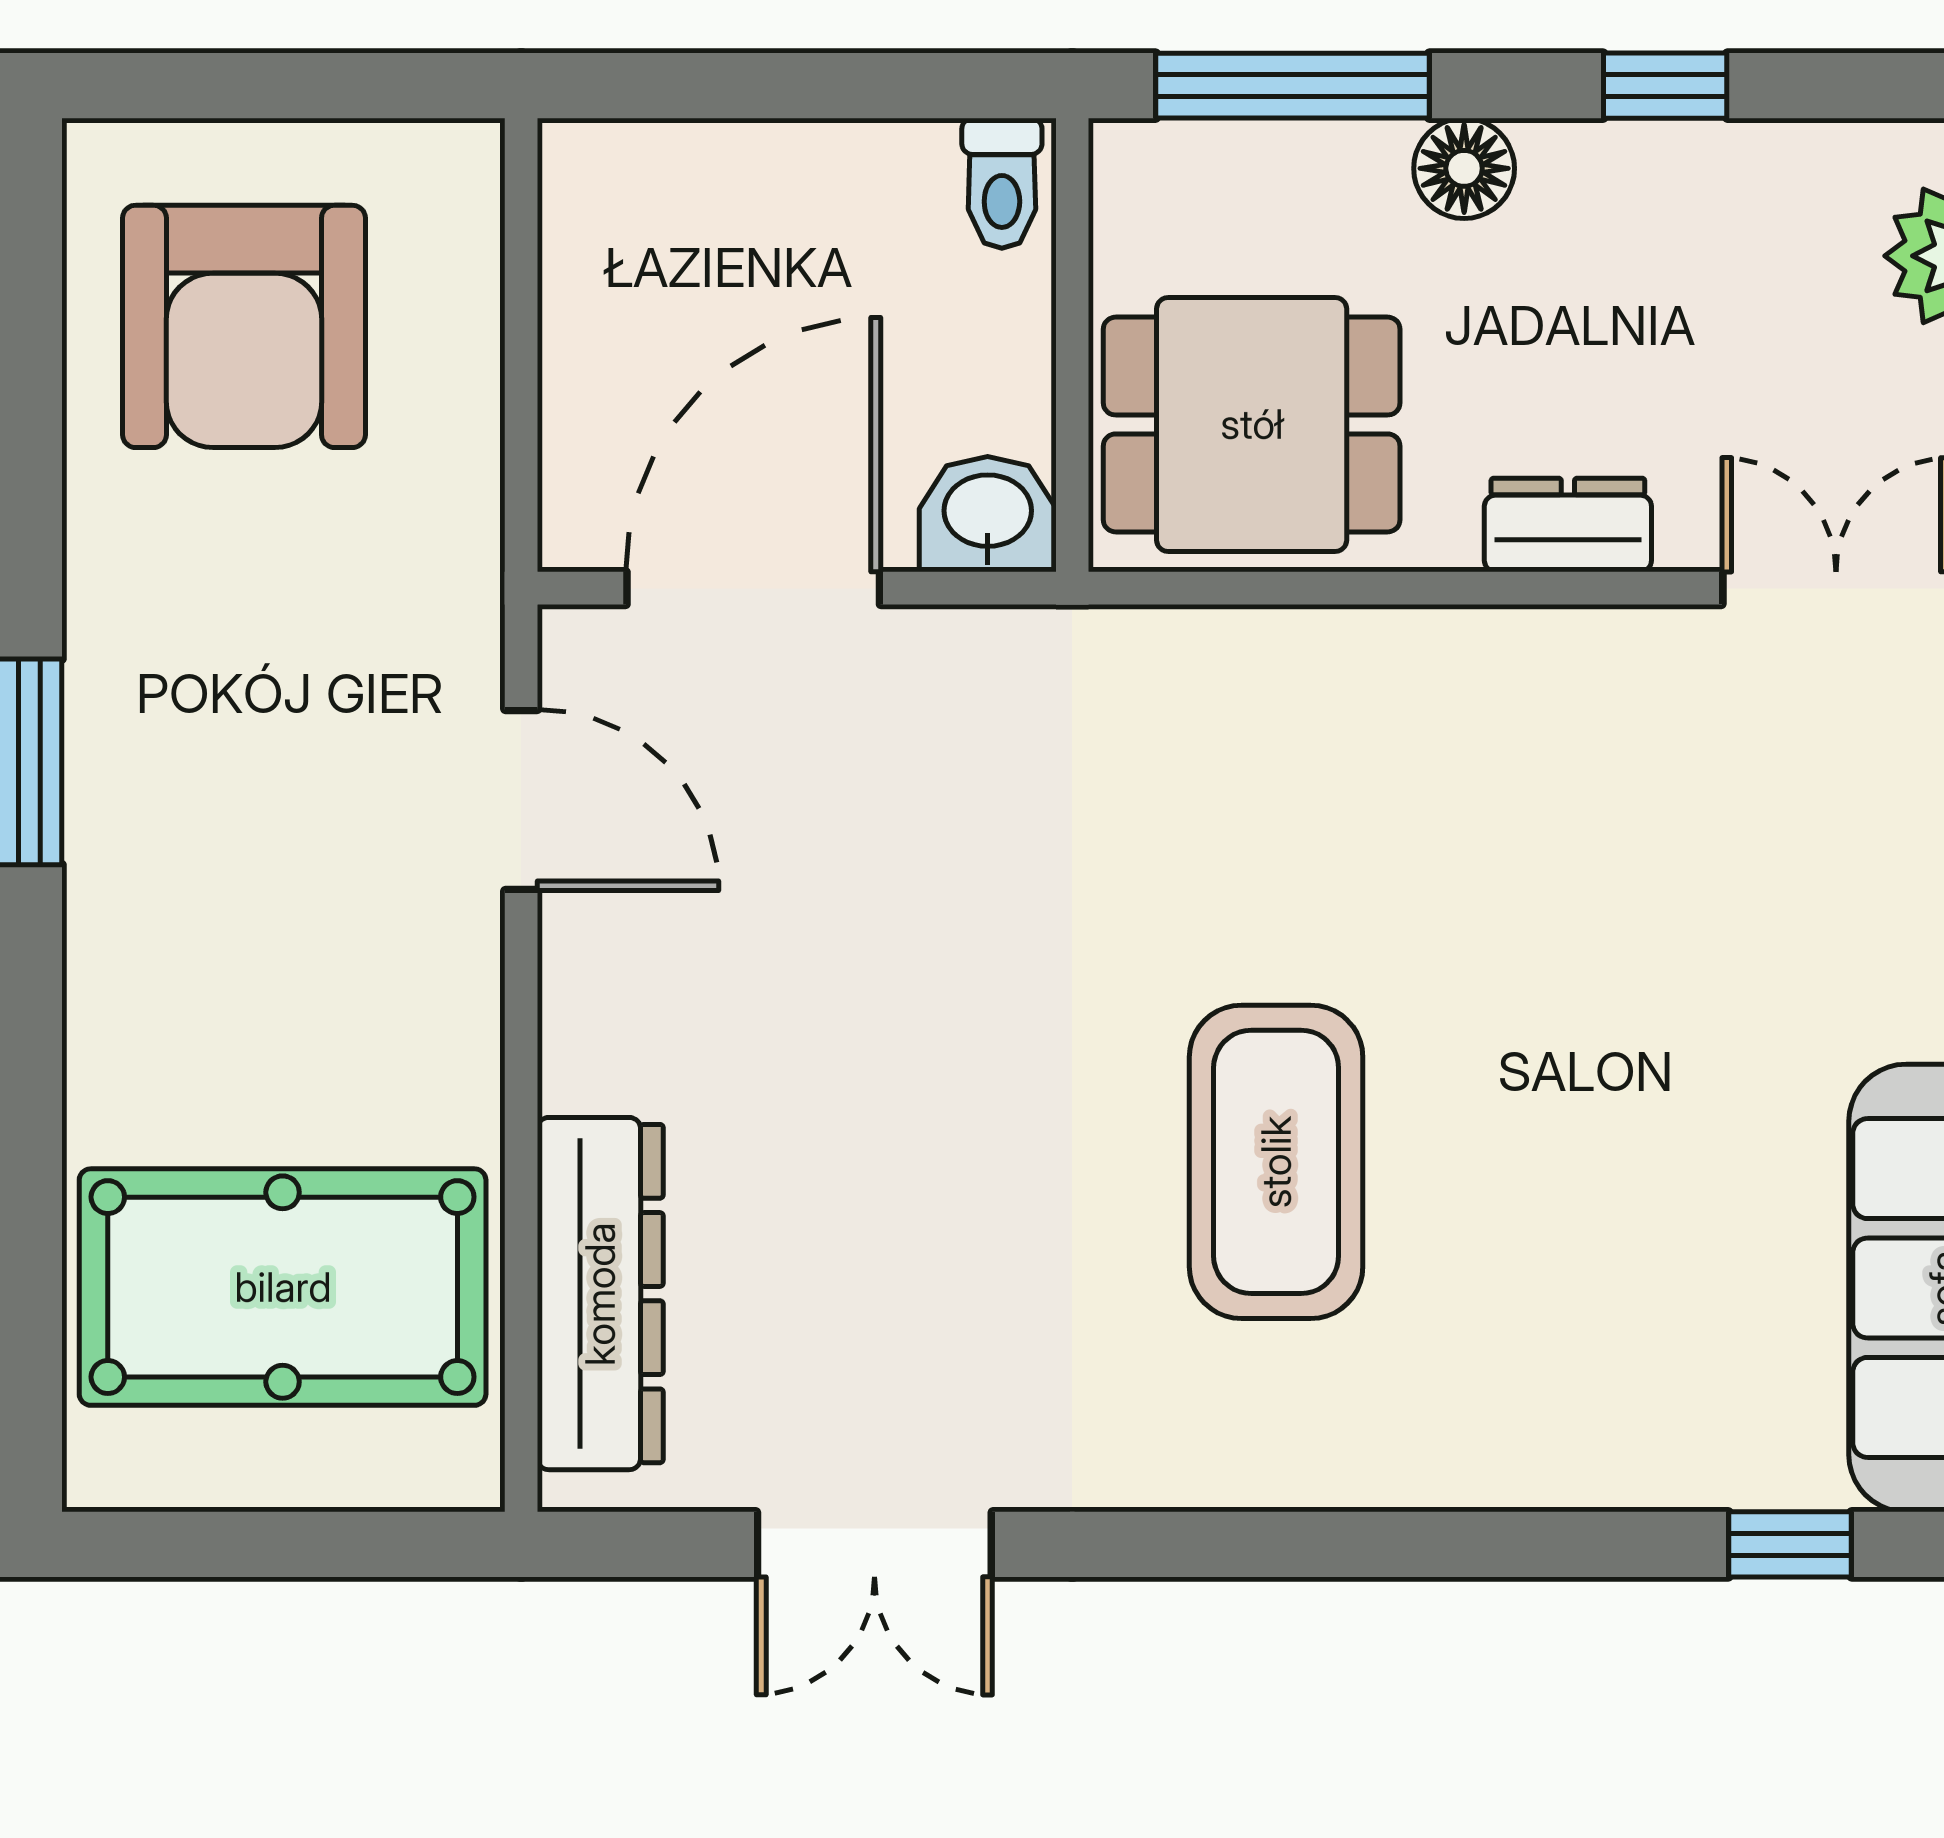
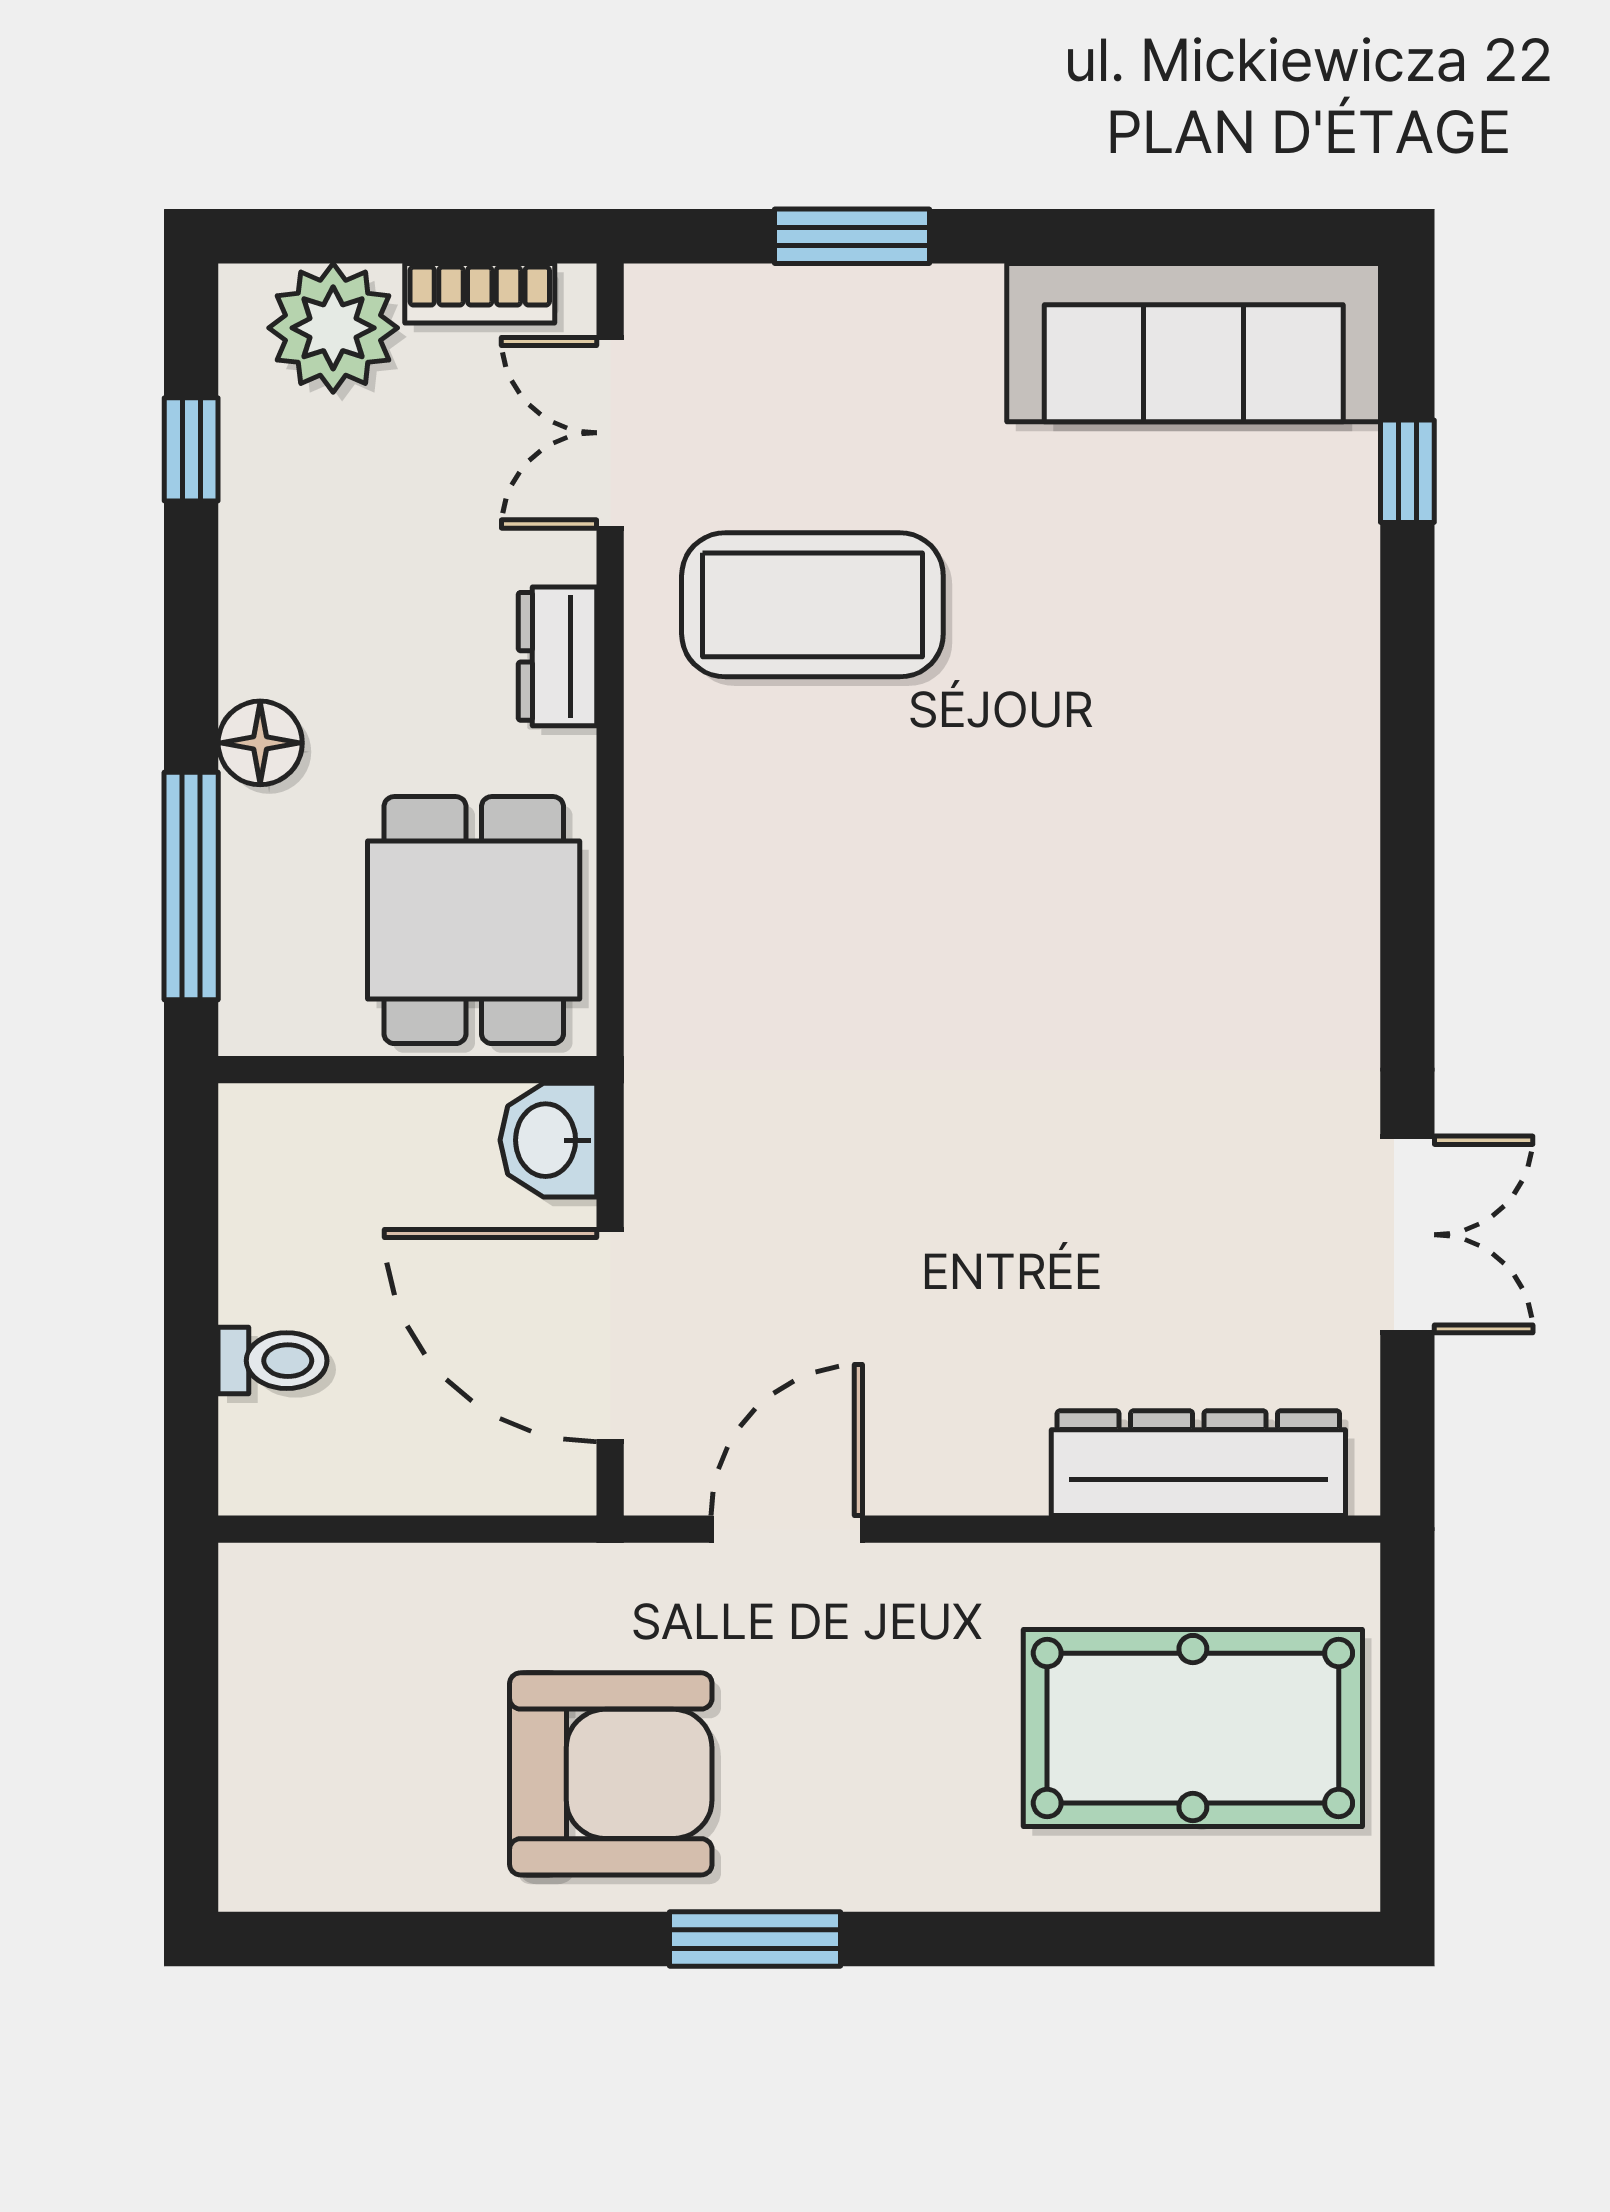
window: (1665, 86) -> (191, 449), moved
toilet: (1002, 183) -> (273, 1361), moved
armchair: (244, 326) -> (611, 1774), moved
coffee table: (1276, 1162) -> (812, 605), moved
pool table: (283, 1287) -> (1193, 1728), turned 90

